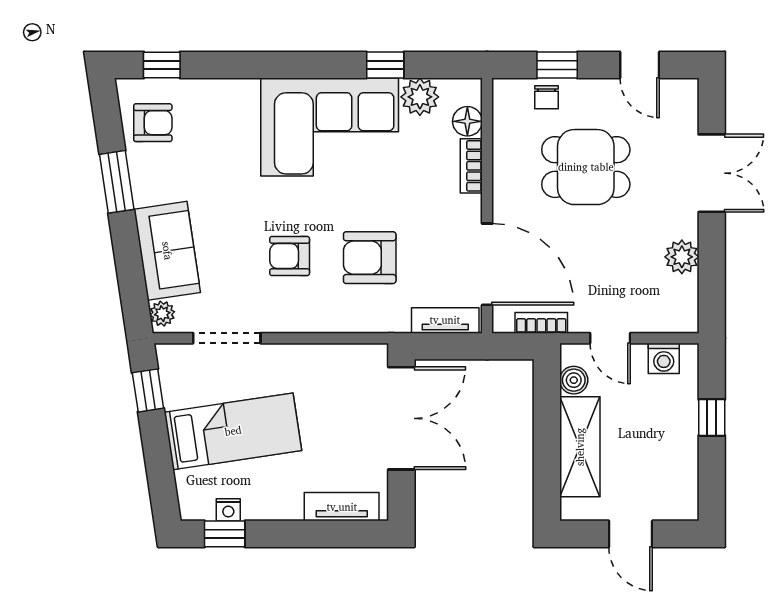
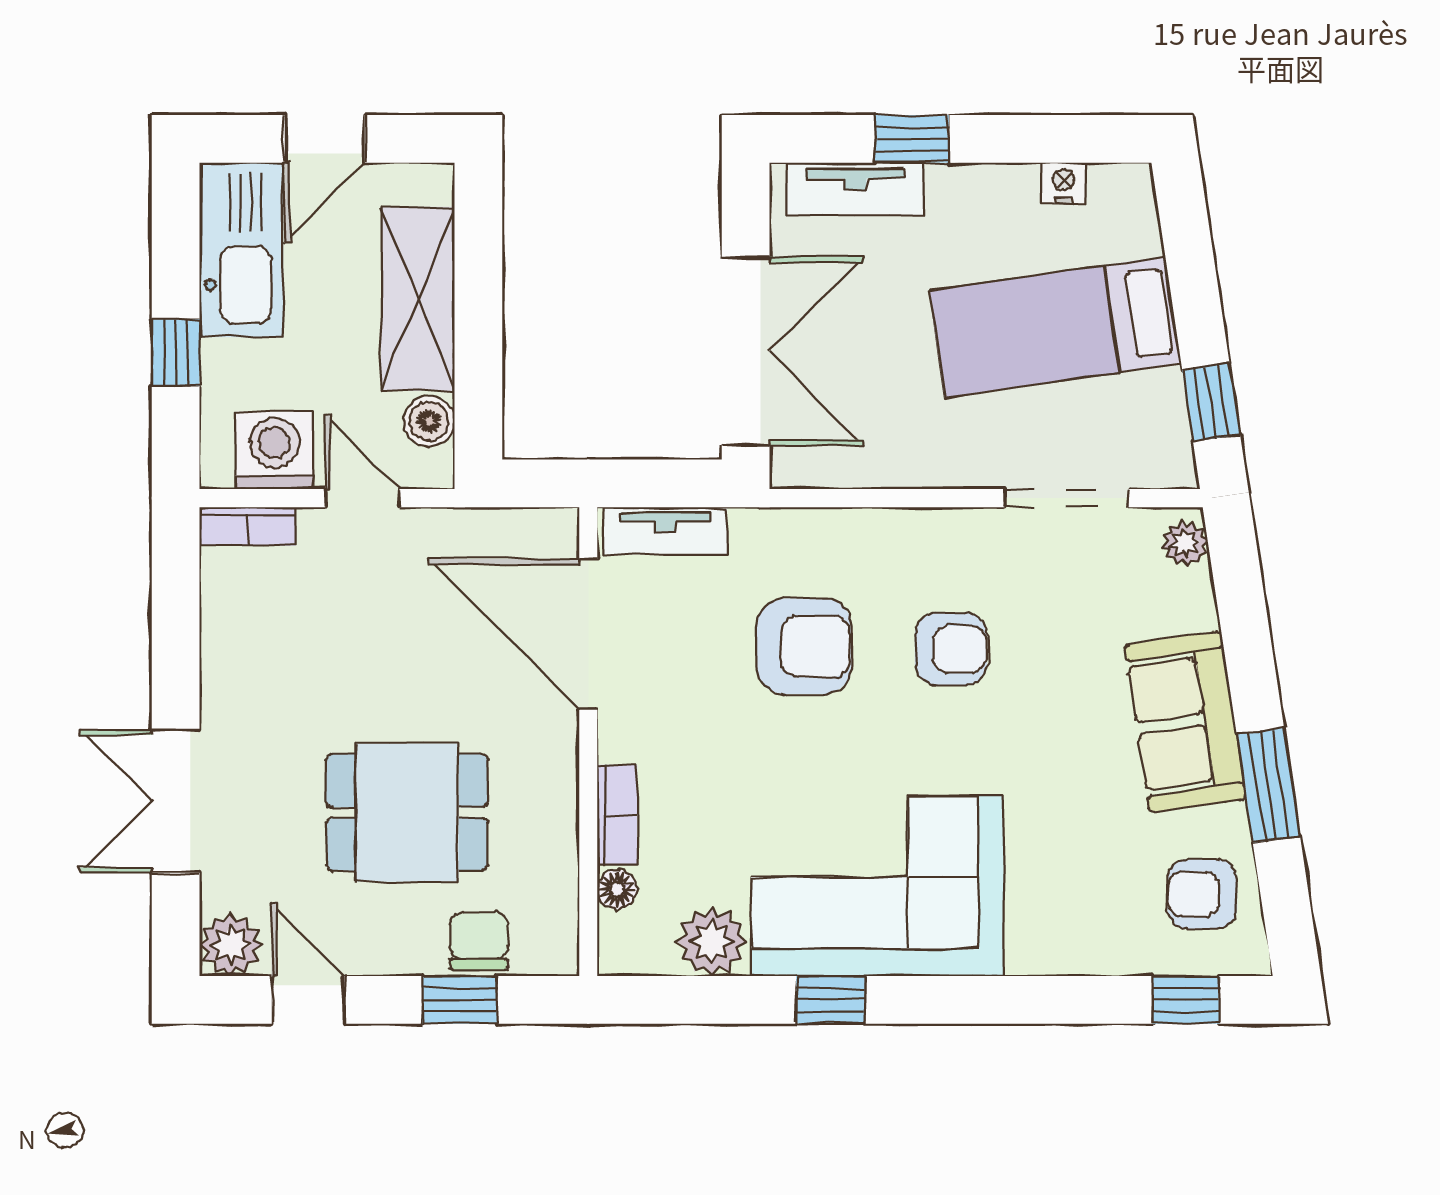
window: (385, 65) -> (830, 1000), moved
chair: (547, 97) -> (479, 941), width x1.37, depth x1.37
floor lamp: (467, 121) -> (617, 889), width x0.73, depth x0.73
sofa: (167, 251) -> (1185, 722), moved
plant: (682, 257) -> (231, 945), moved
bookcase: (541, 323) -> (247, 526), moved
washing machine: (664, 358) -> (274, 450), width x1.38, depth x1.38
double door: (401, 418) -> (746, 351), swing flipped
kitchen sink: (676, 473) -> (241, 250), added
window: (225, 534) -> (912, 139), moved
door: (631, 534) -> (325, 139), swing flipped

